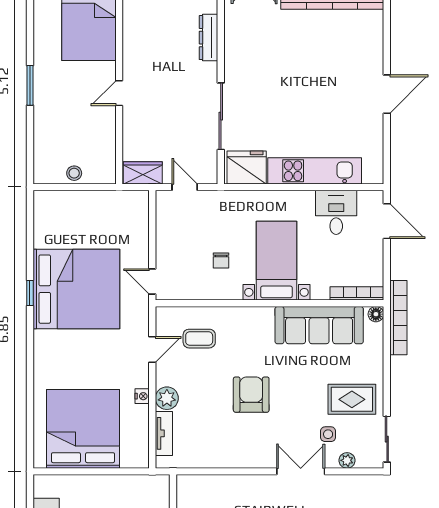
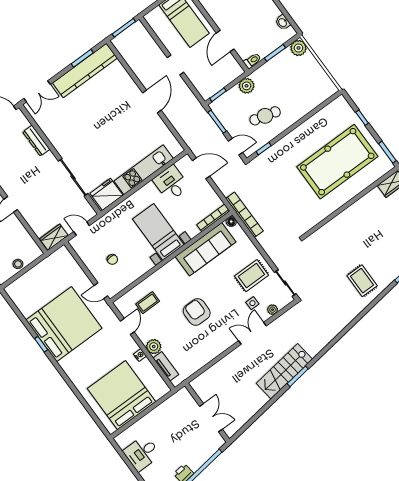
chair: (221, 261) -> (112, 259), moved

